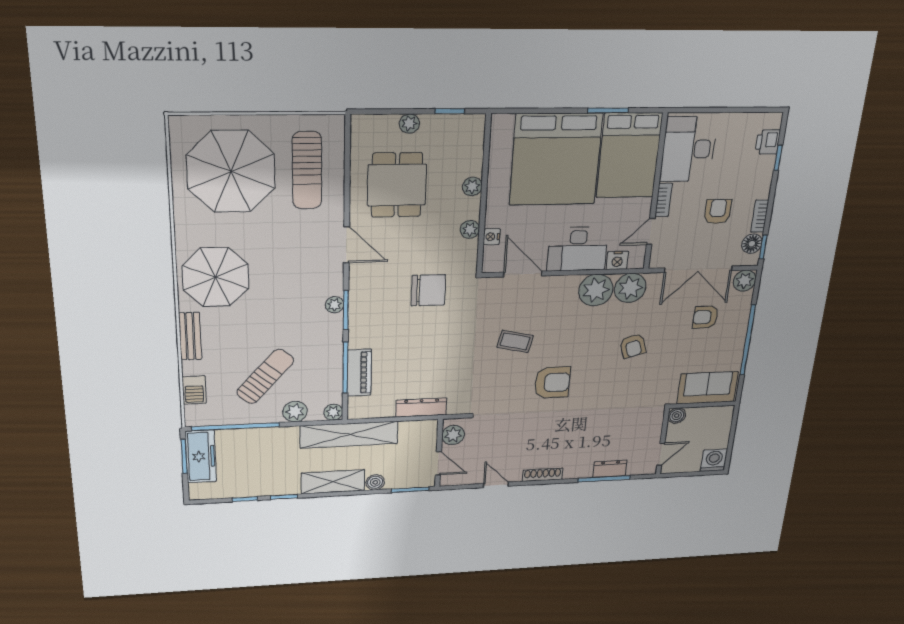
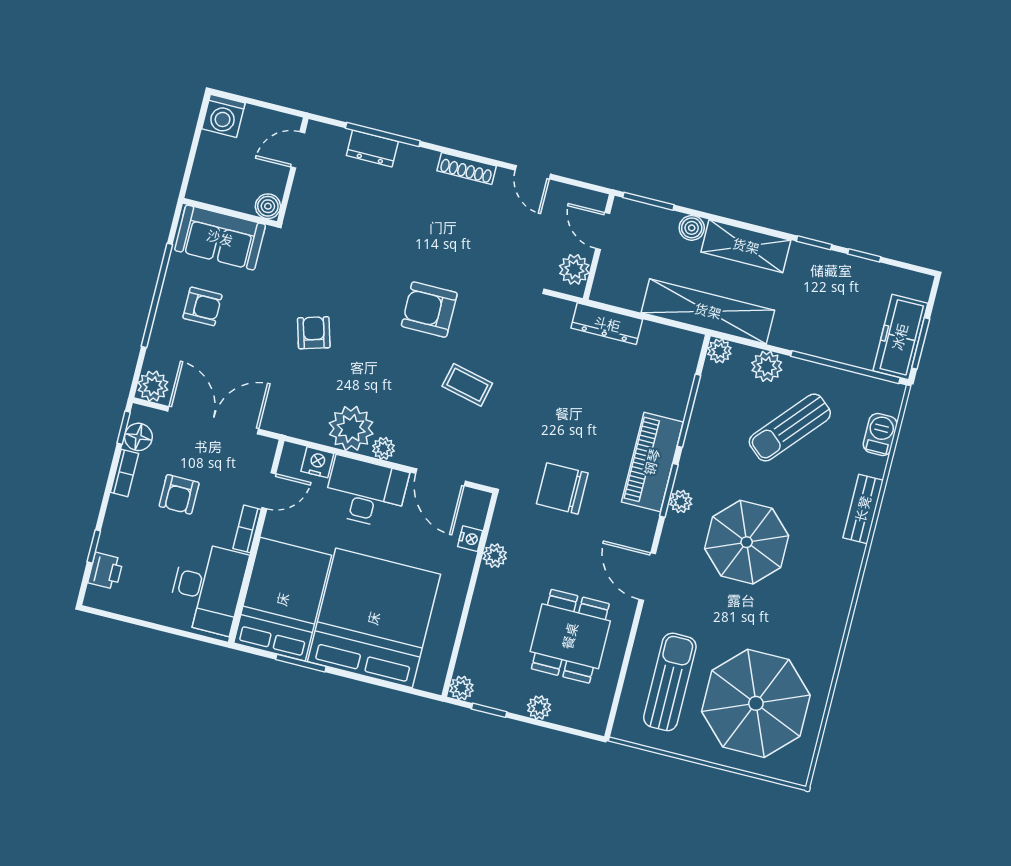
plant: (472, 186) -> (462, 688), moved
parasol: (216, 277) -> (747, 542), moved
plant: (630, 288) -> (383, 448), moved, width x0.53, depth x0.53
armchair: (705, 317) -> (202, 306), moved
piano: (359, 373) -> (652, 462), moved, width x1.37, depth x1.33

